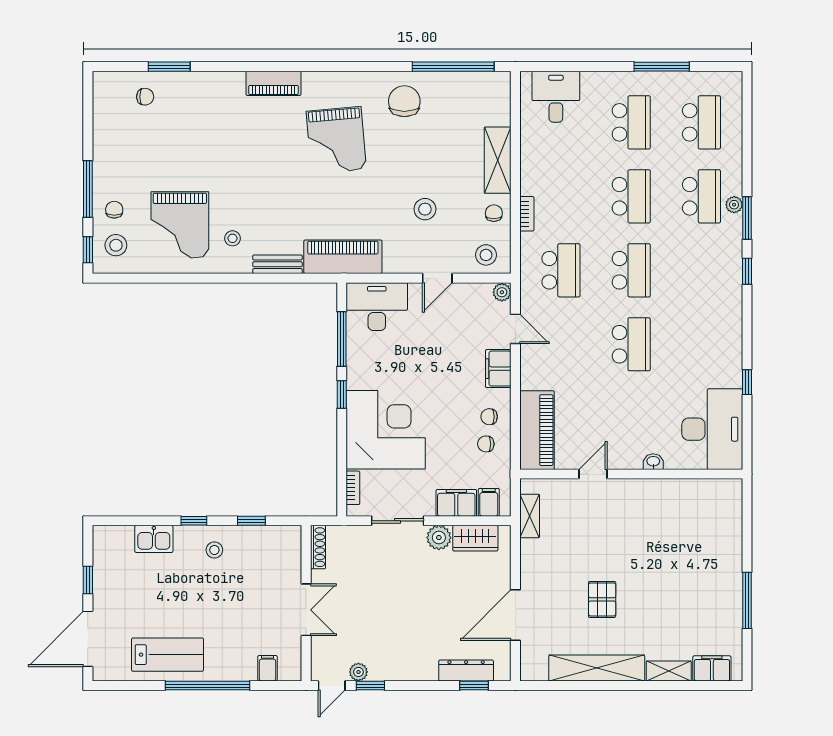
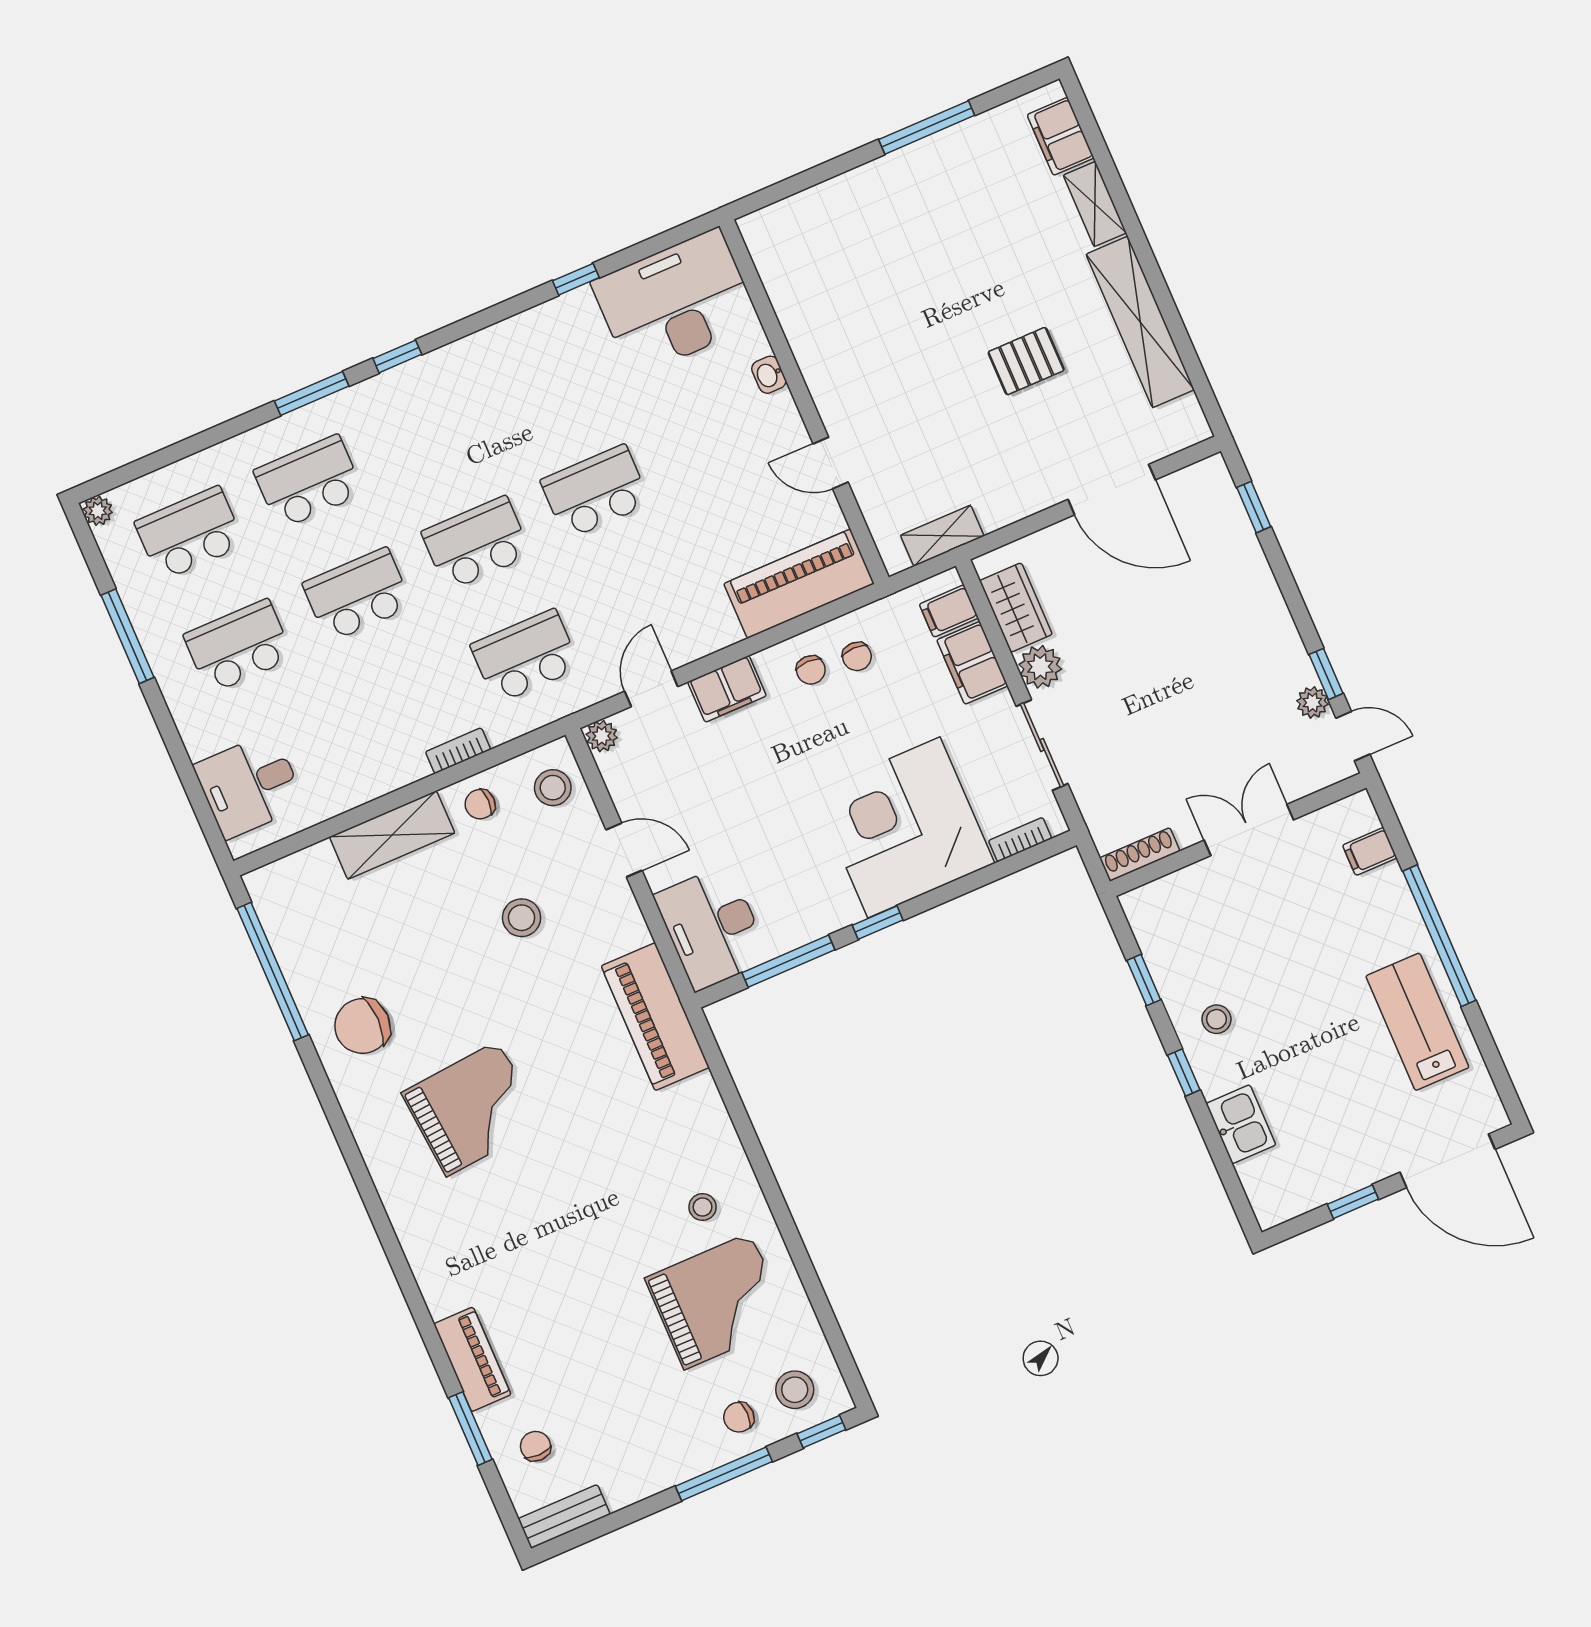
piano: (273, 83) -> (472, 1359), moved
plant: (734, 205) -> (98, 511), moved
bench: (277, 264) -> (564, 1517), moved, turned 90
dresser: (466, 670) -> (1235, 530), removed

